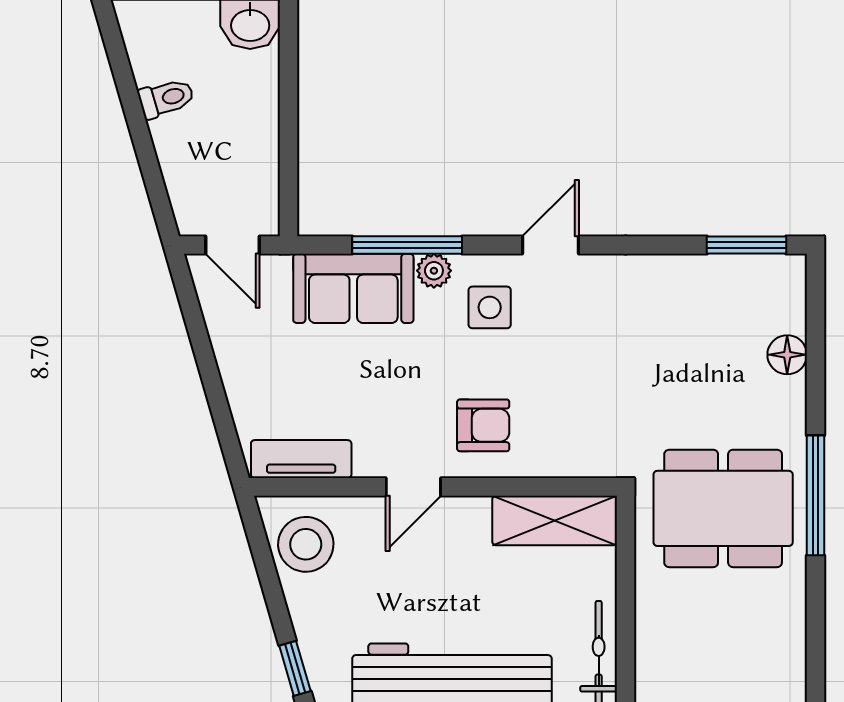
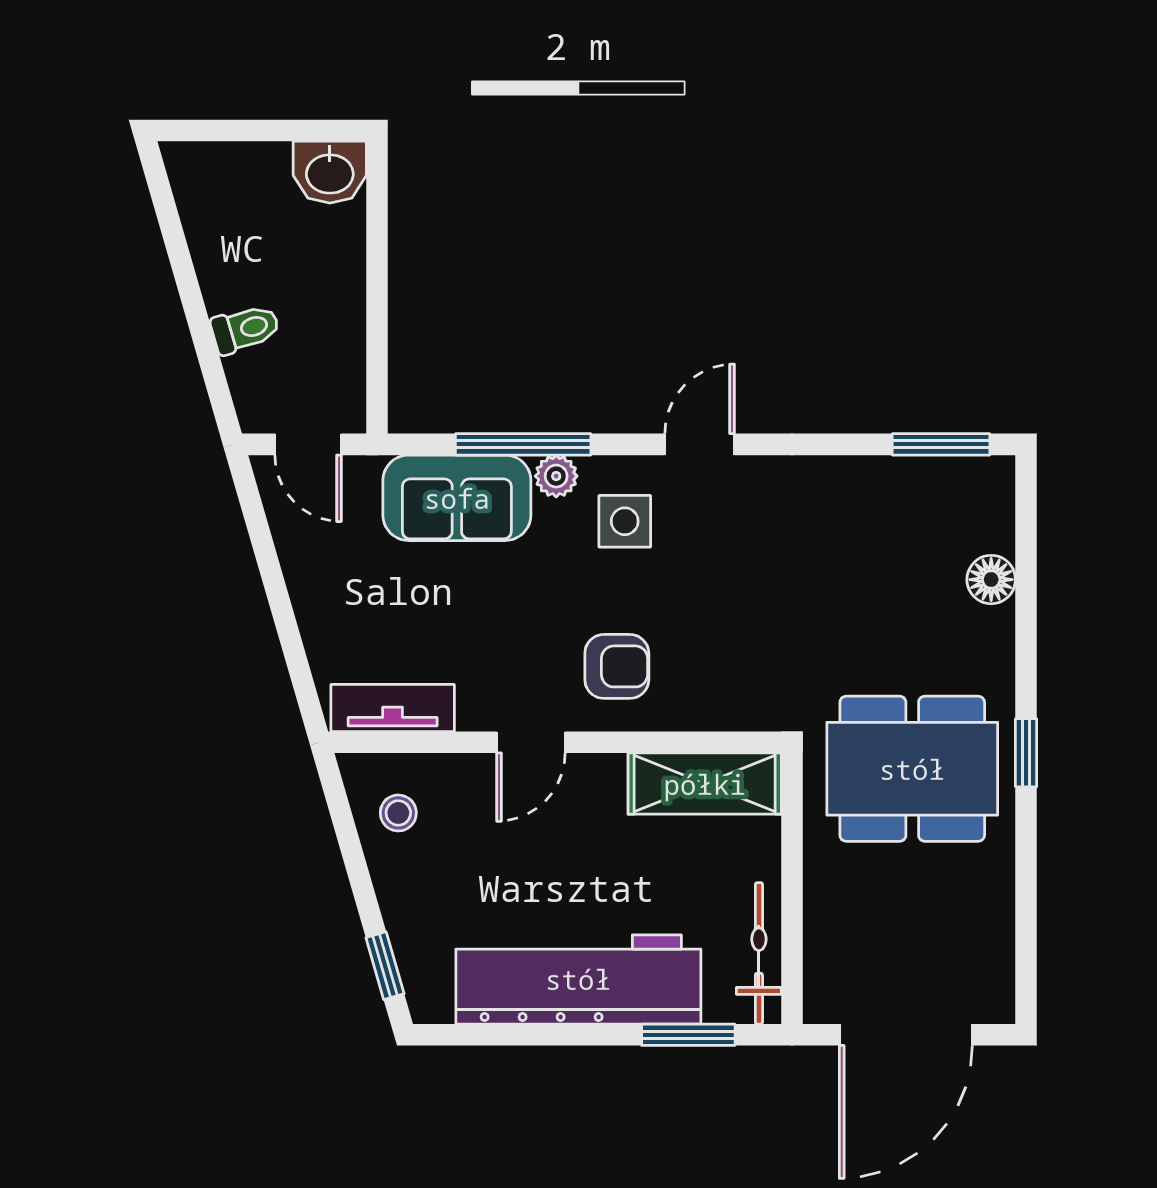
toilet: (166, 98) -> (245, 329), moved
window: (816, 495) -> (1026, 753), width x0.46
stool: (306, 544) -> (398, 813), width x0.53, depth x0.53

